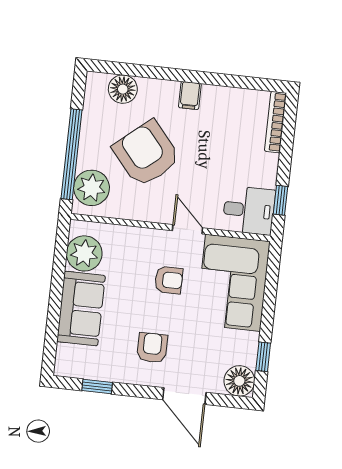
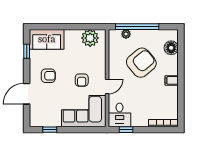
plant: (92, 188) -> (126, 34), width x0.53, depth x0.53
sofa: (81, 309) -> (47, 39), moved
floor lamp: (239, 381) -> (37, 119), removed

